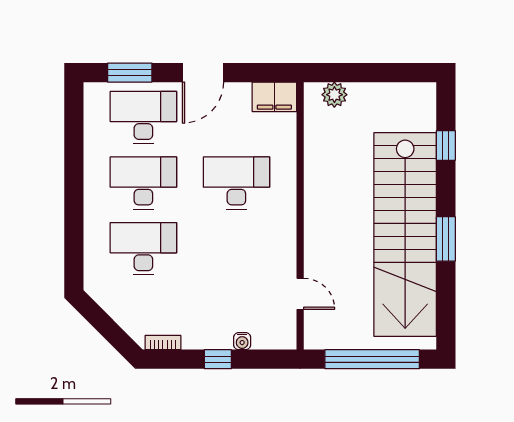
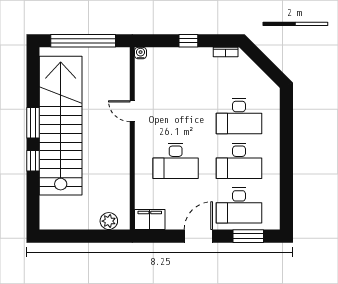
window: (446, 145) -> (33, 161), moved
door: (300, 294) -> (132, 111), moved
water cooler: (242, 341) -> (141, 53), moved

